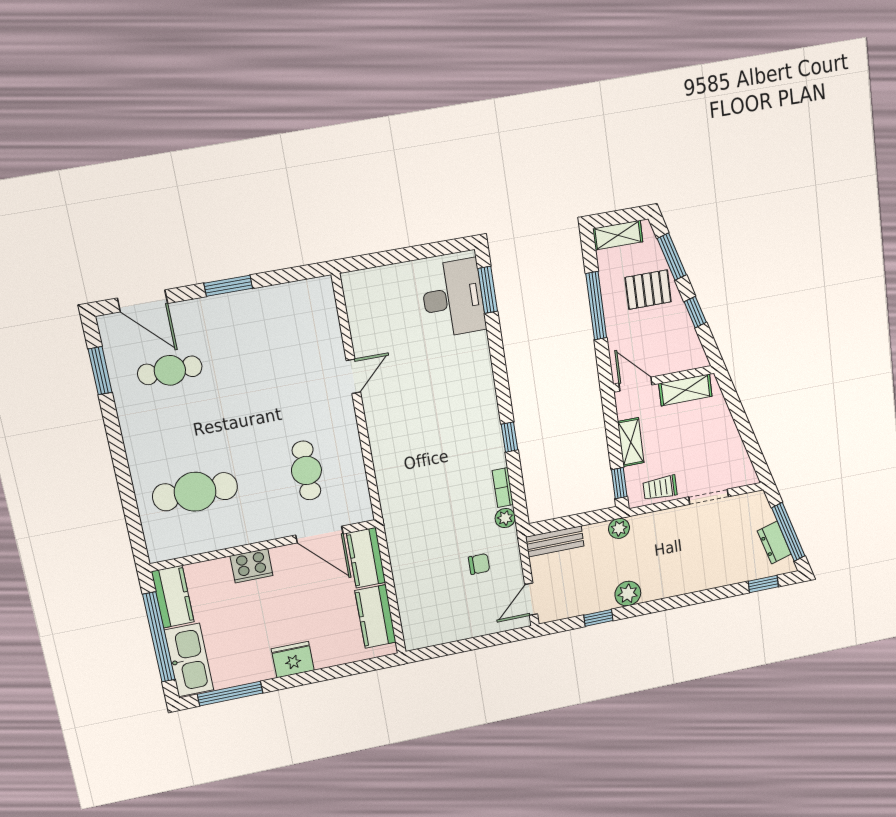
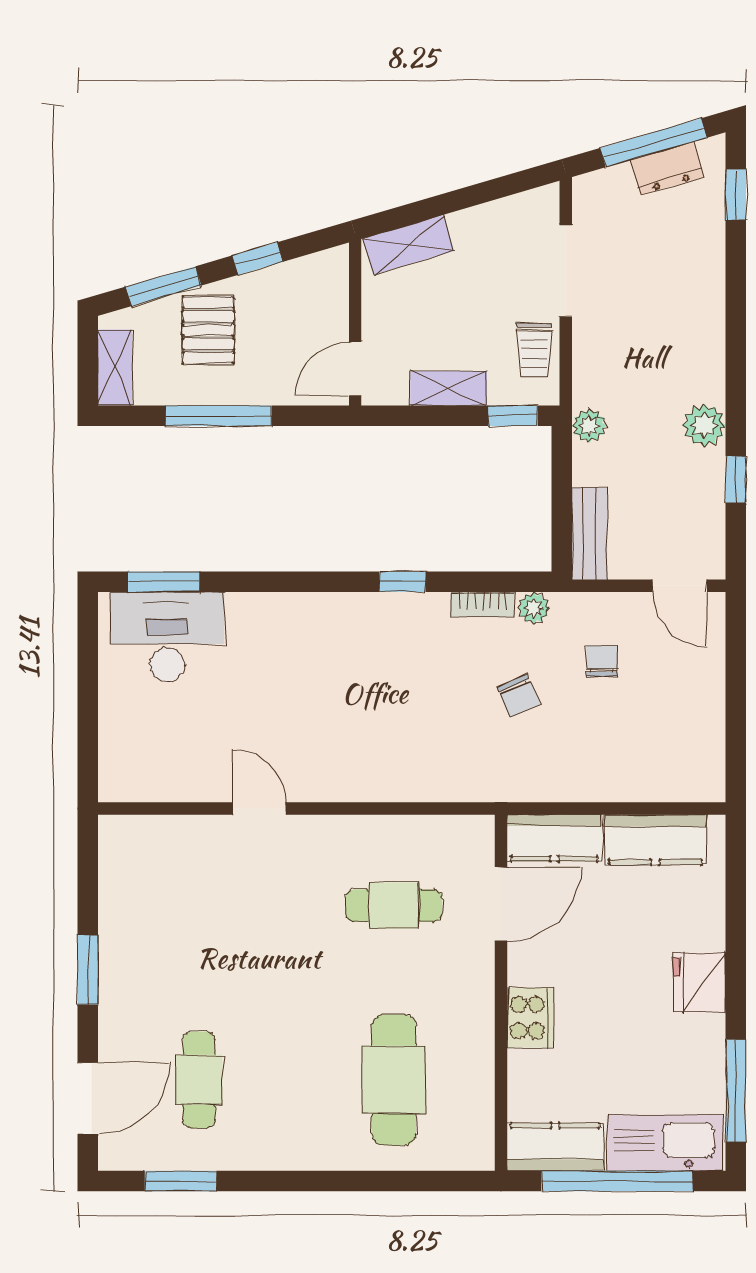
shelving: (685, 390) -> (408, 245), moved, turned 74
doorway: (709, 497) -> (566, 271), width x1.38
chair: (450, 520) -> (519, 696), added

